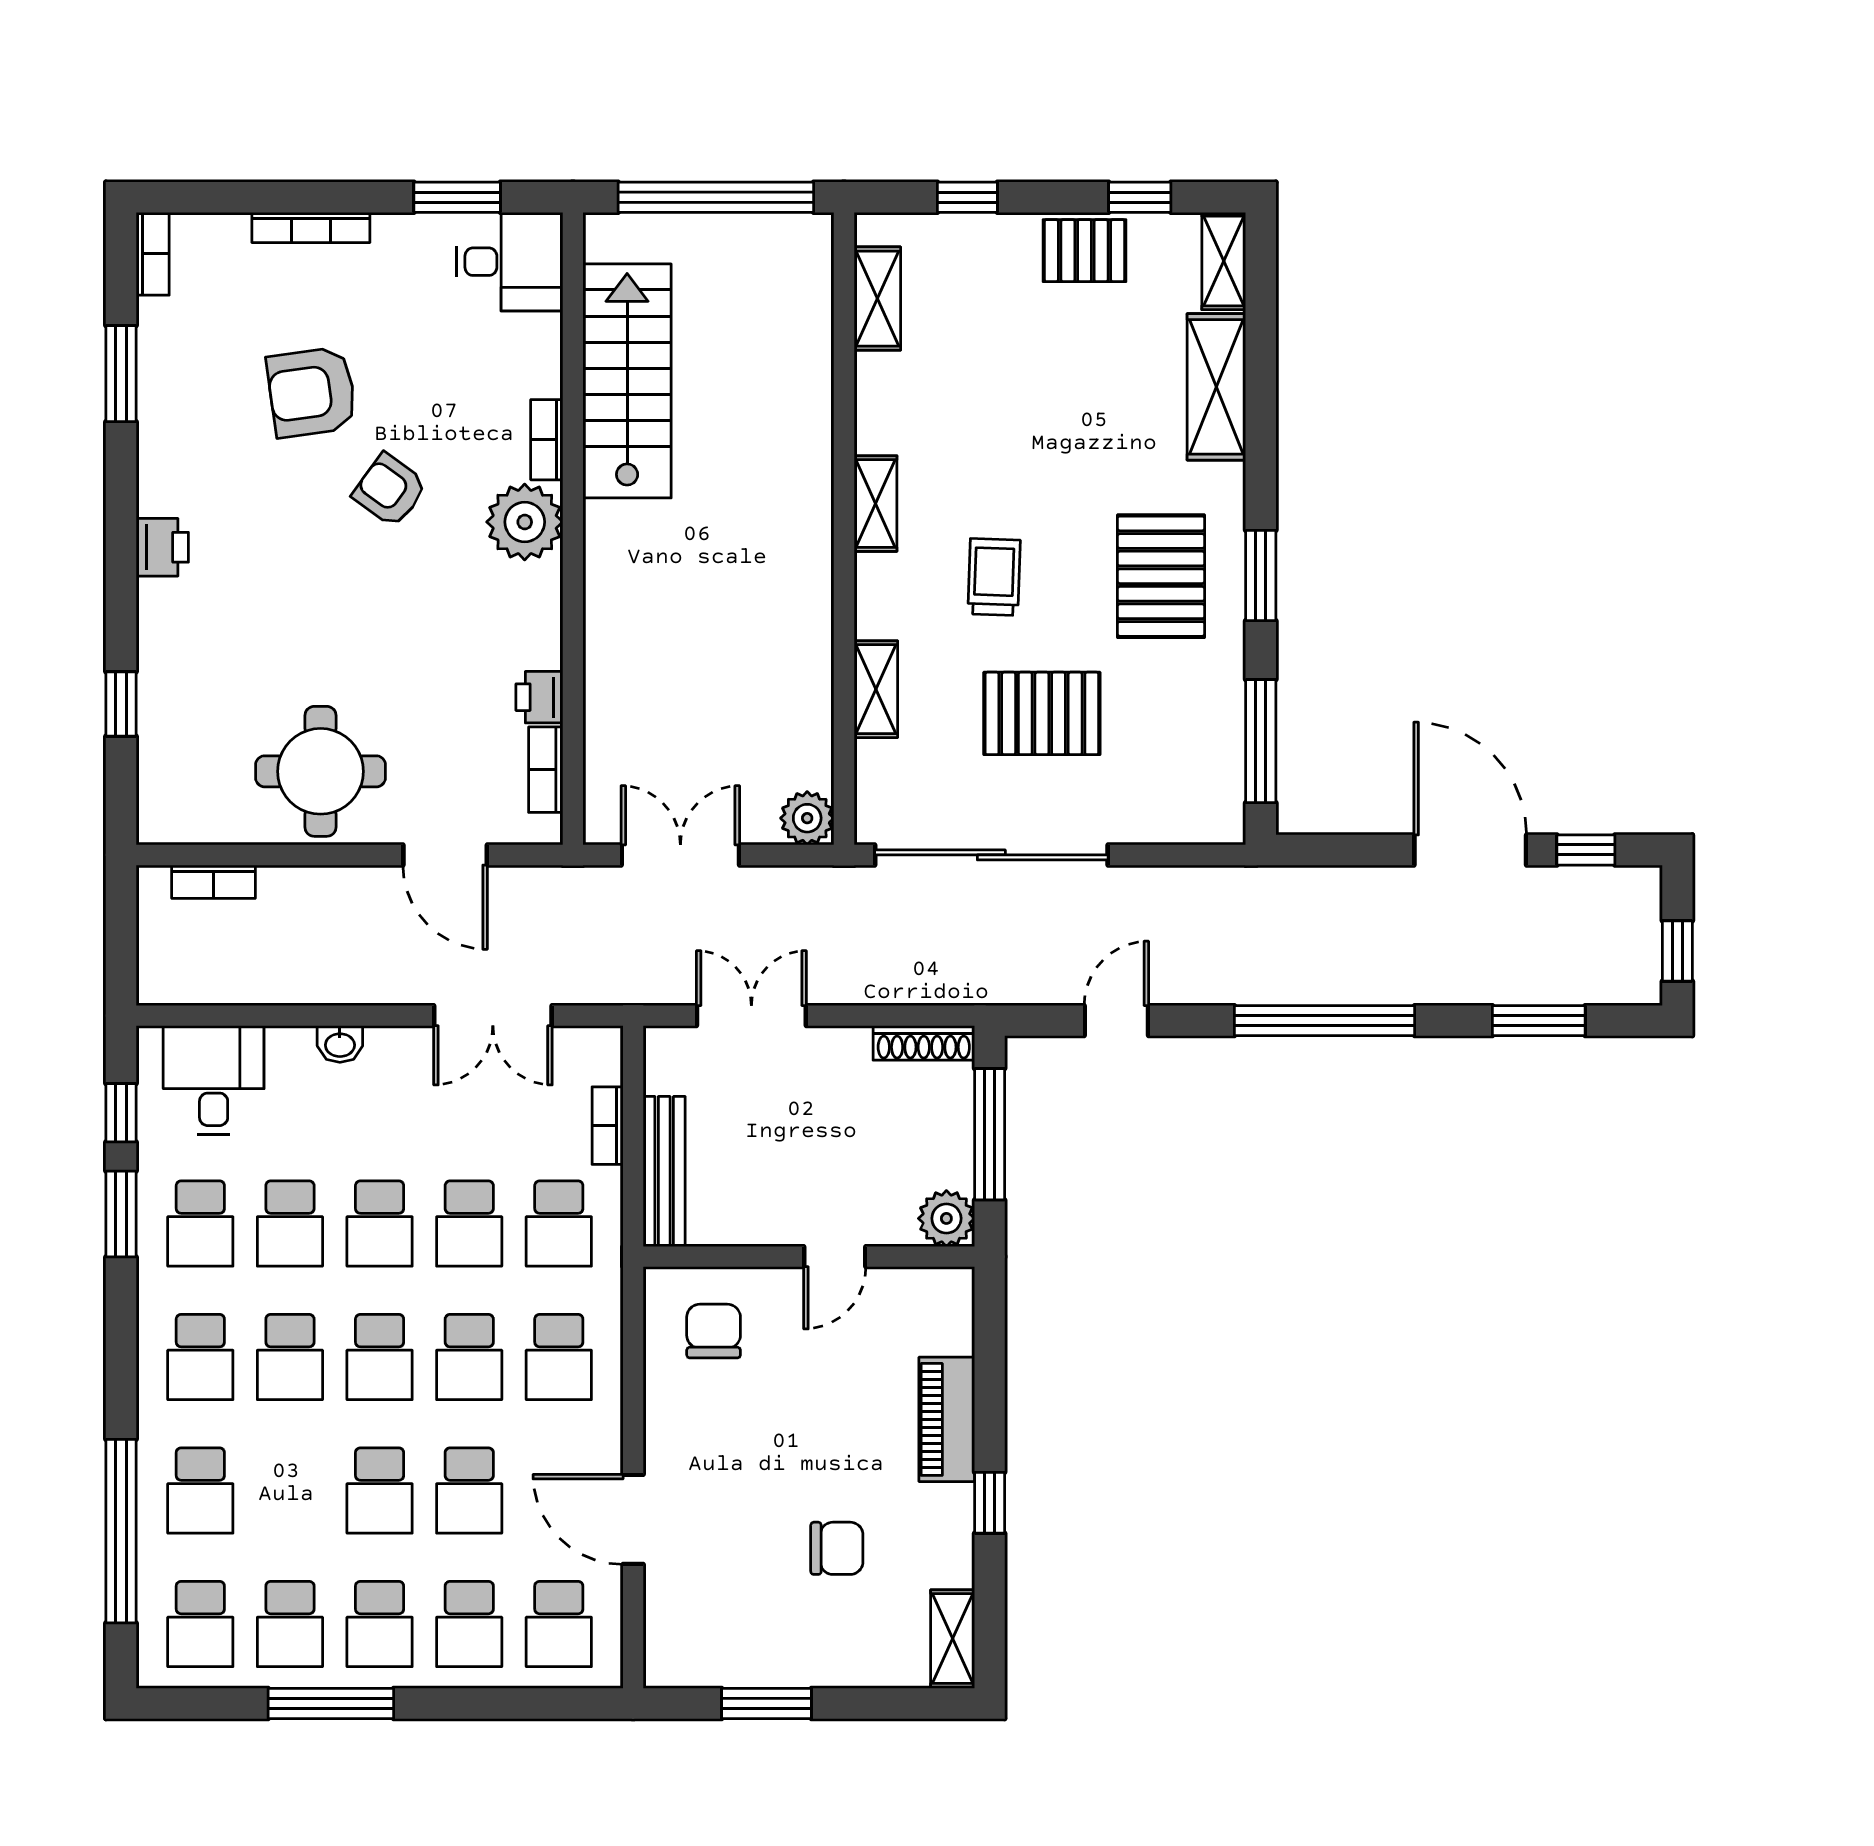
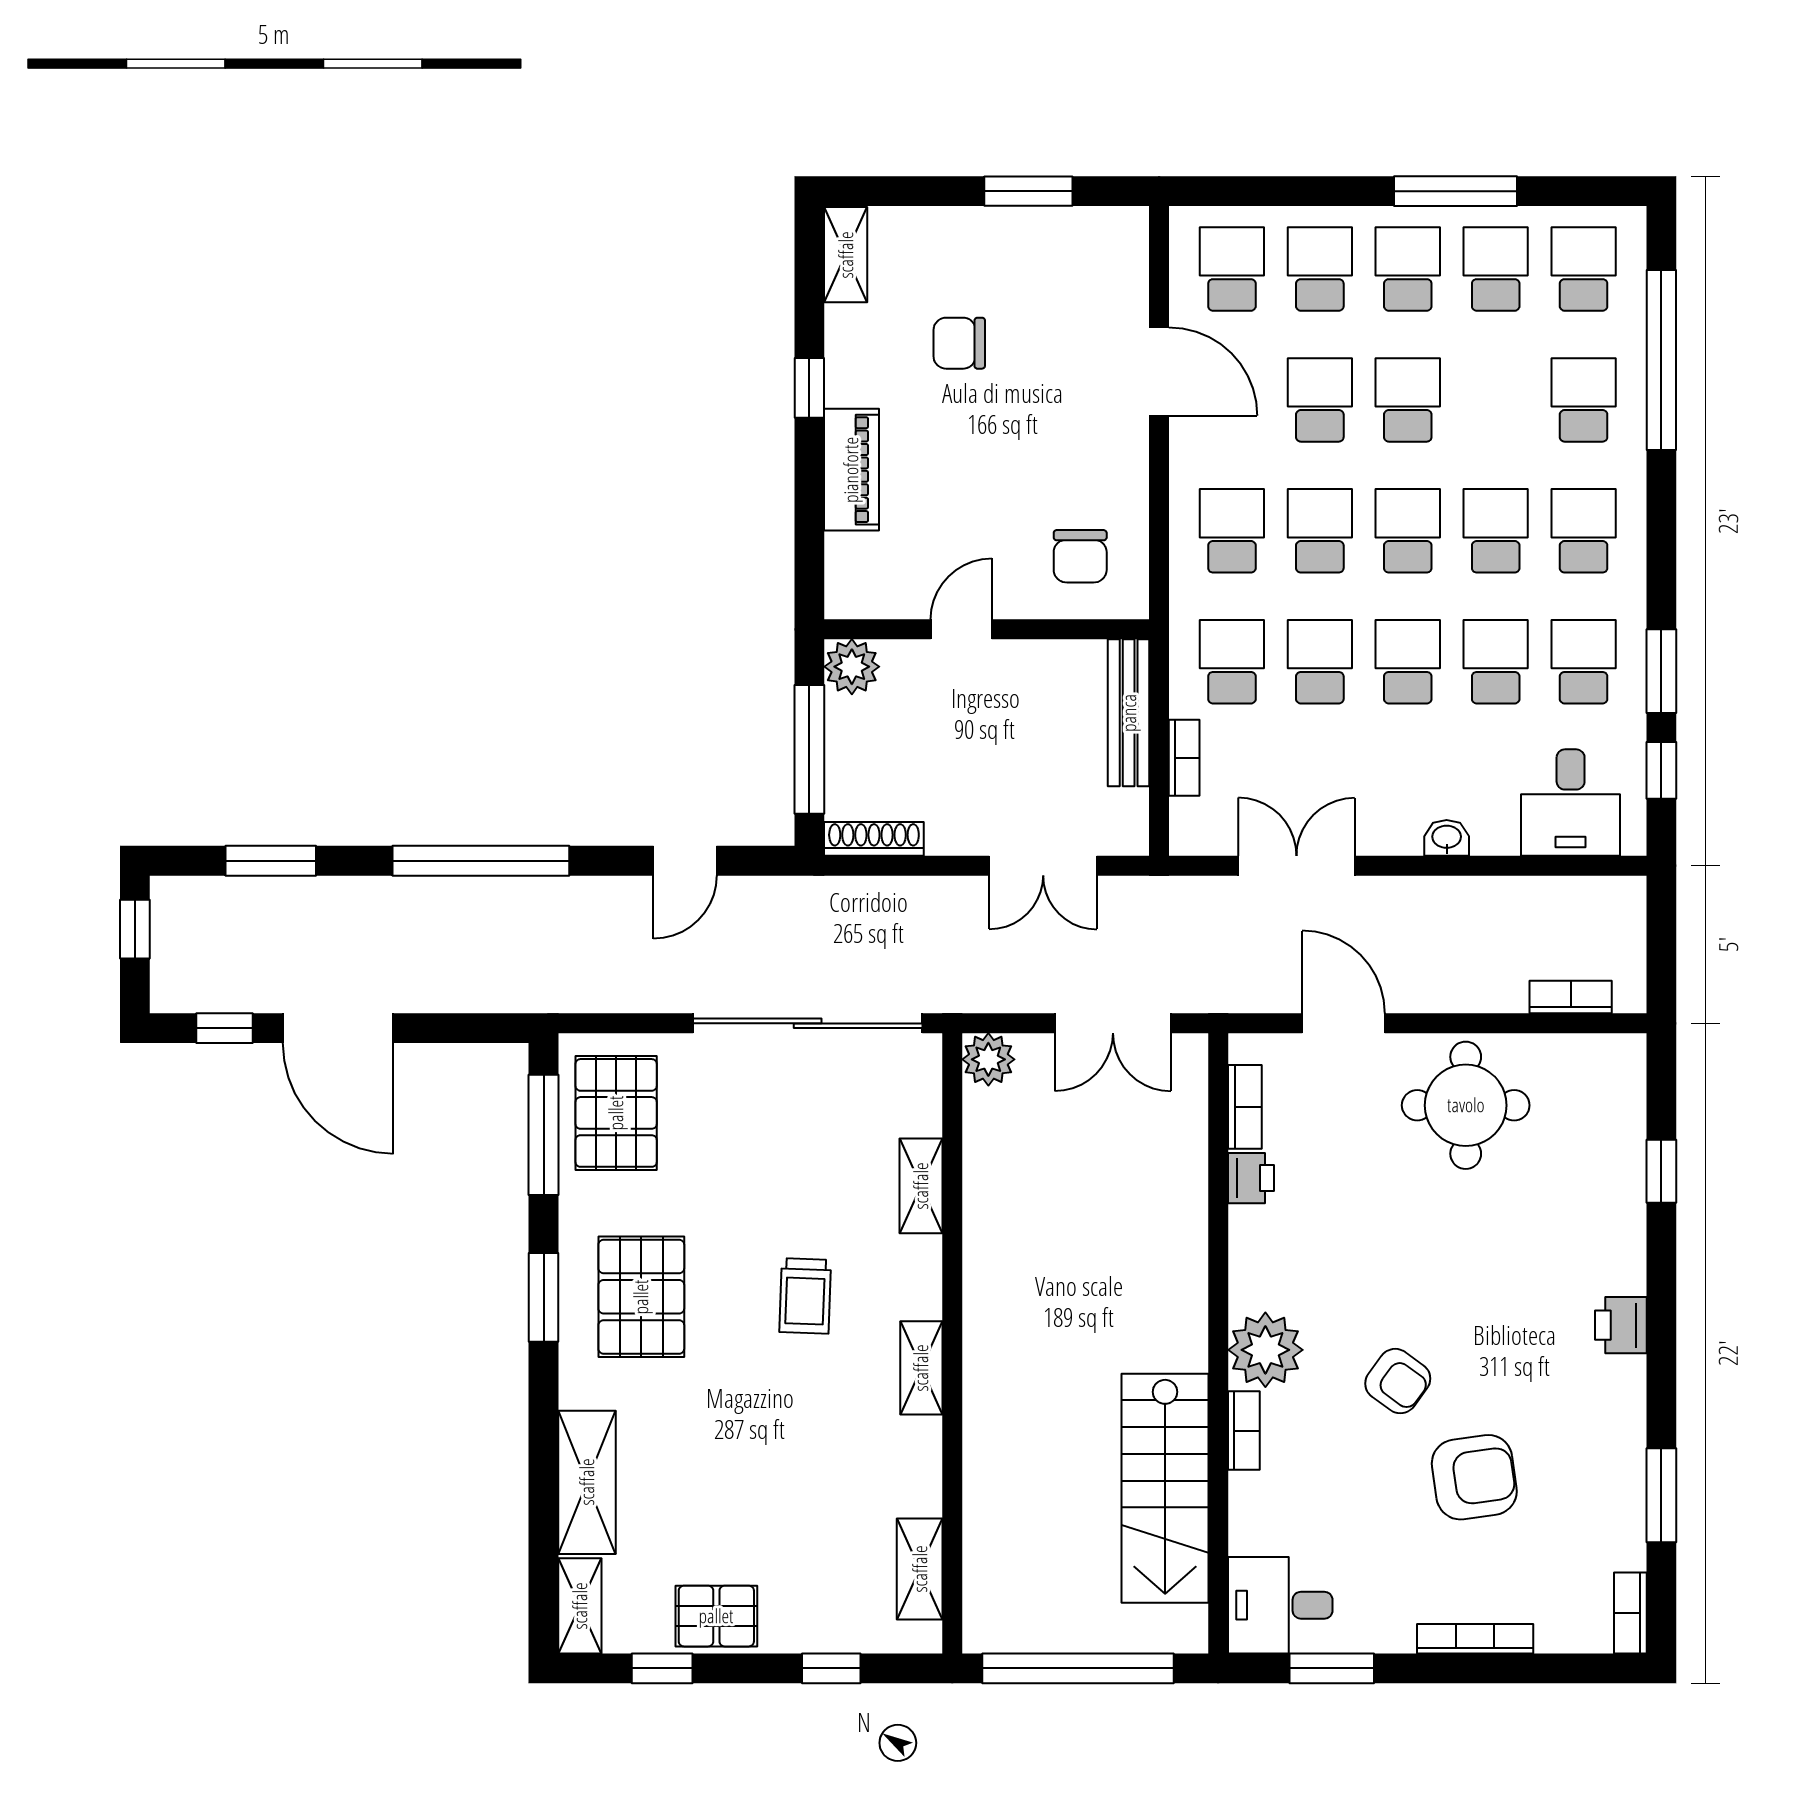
pallet: (1042, 713) -> (616, 1113), moved, turned 90

